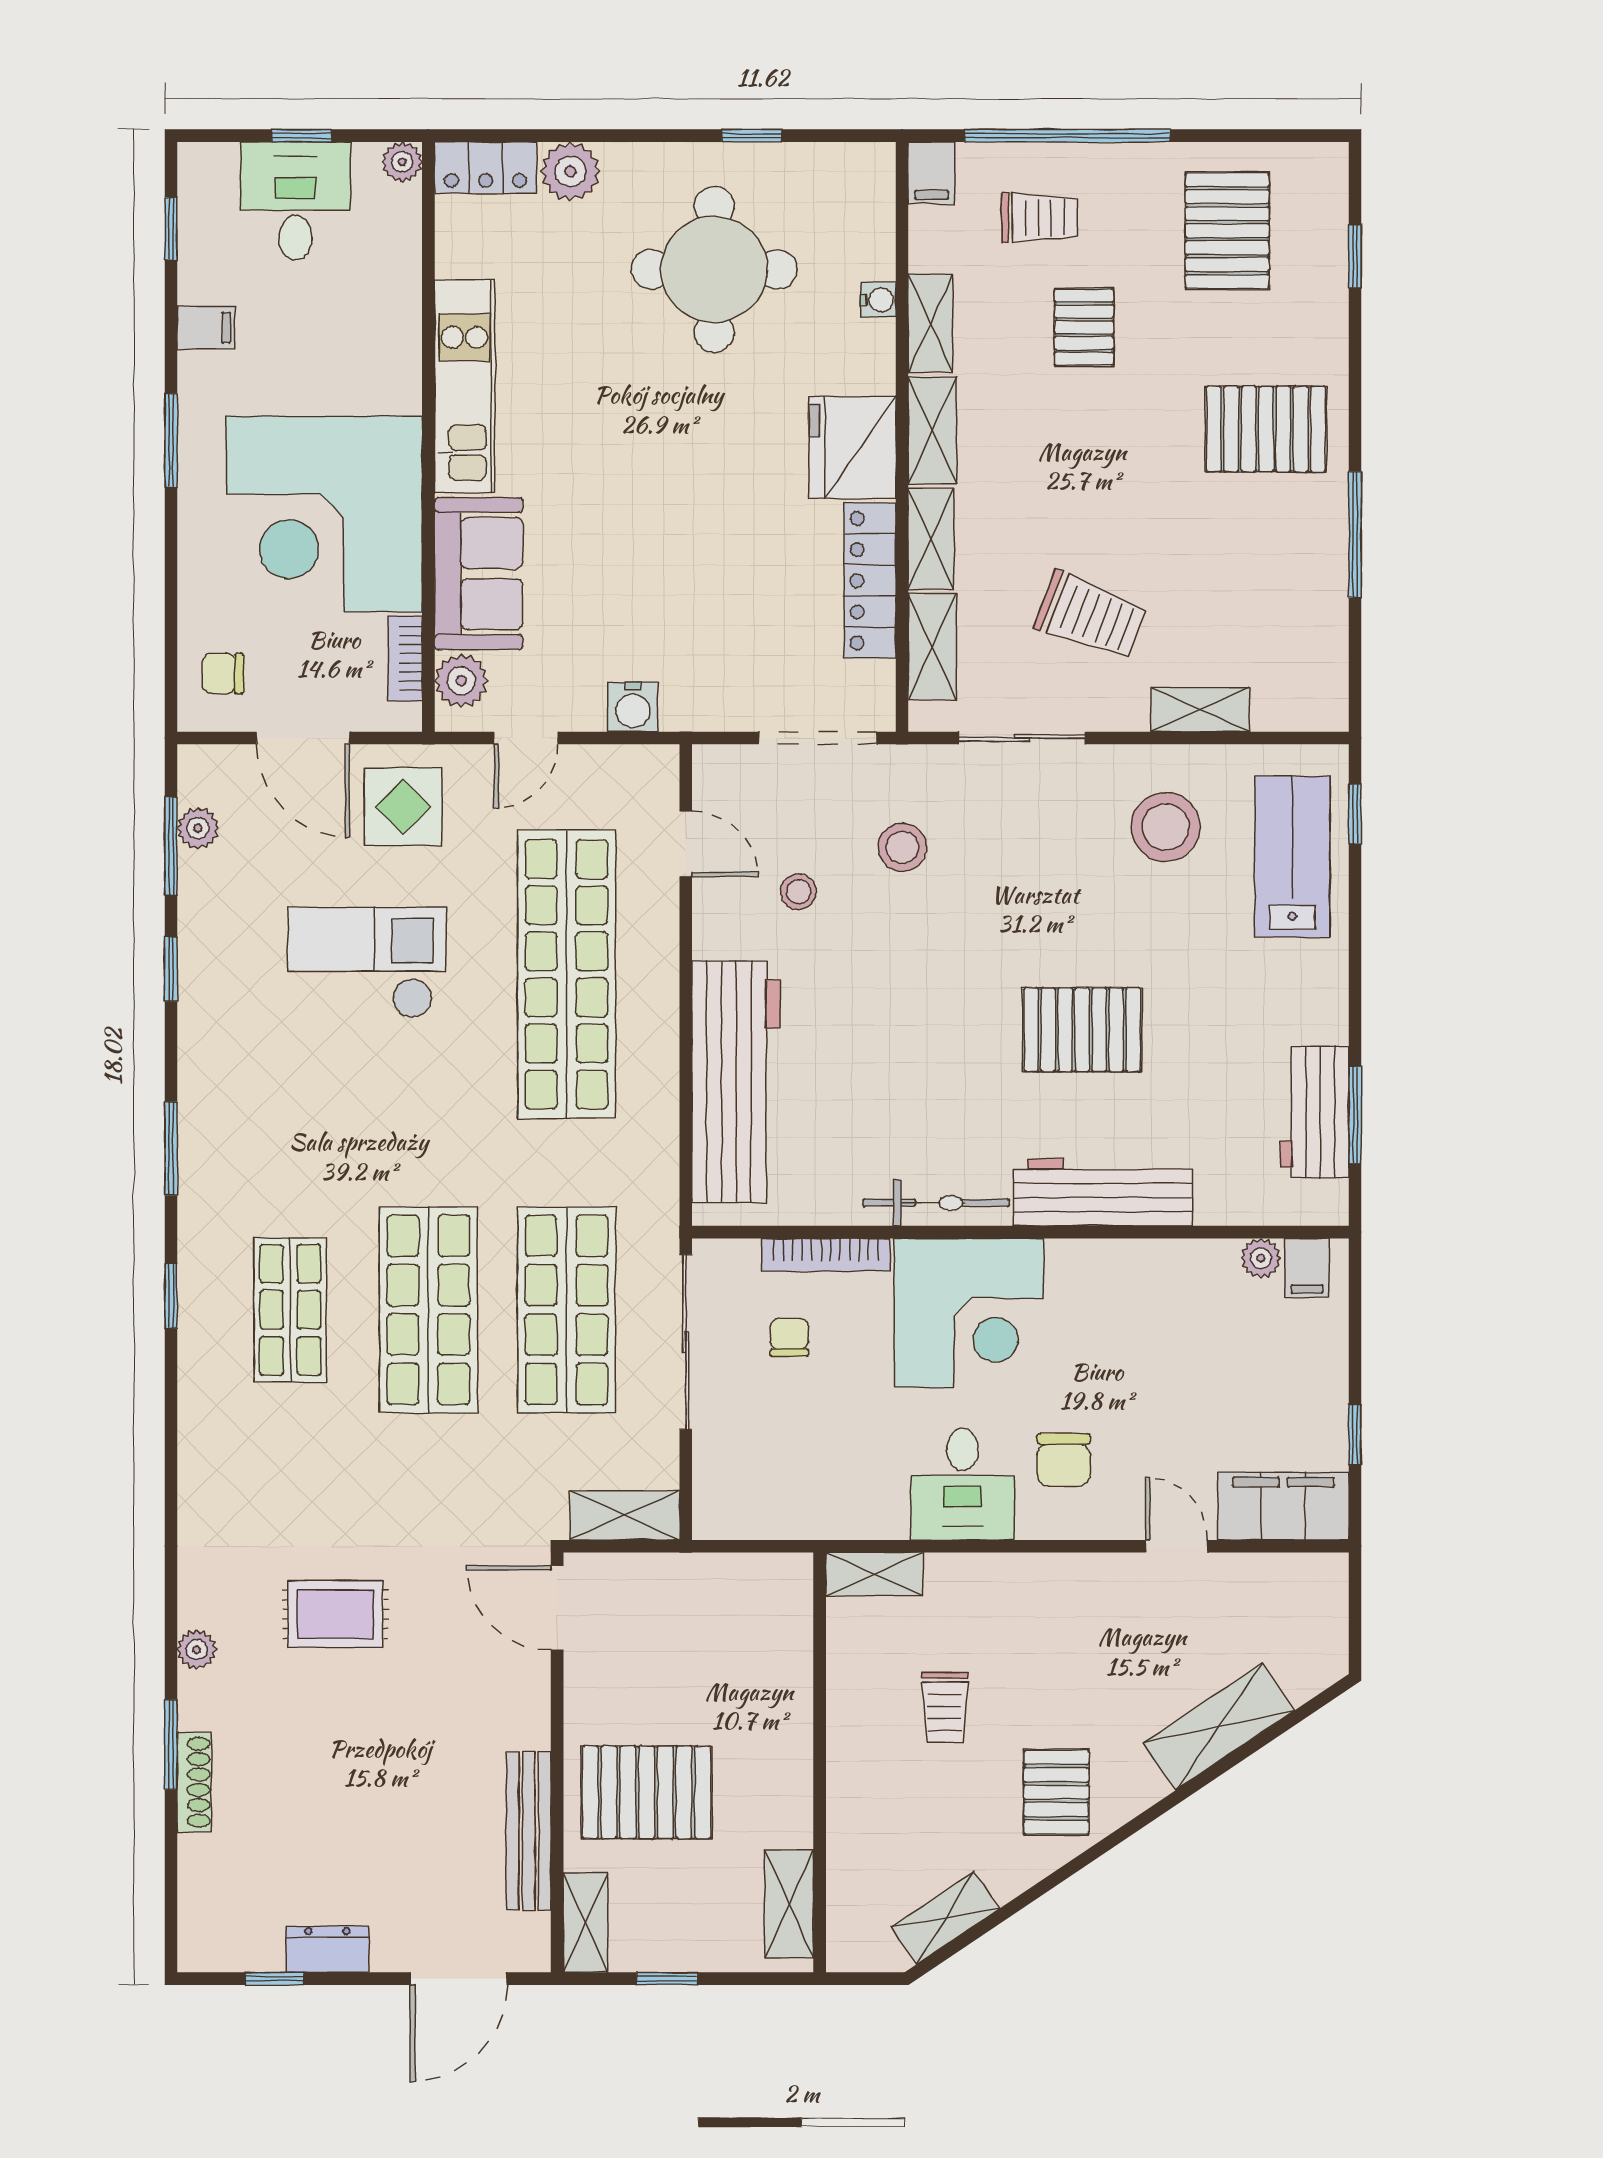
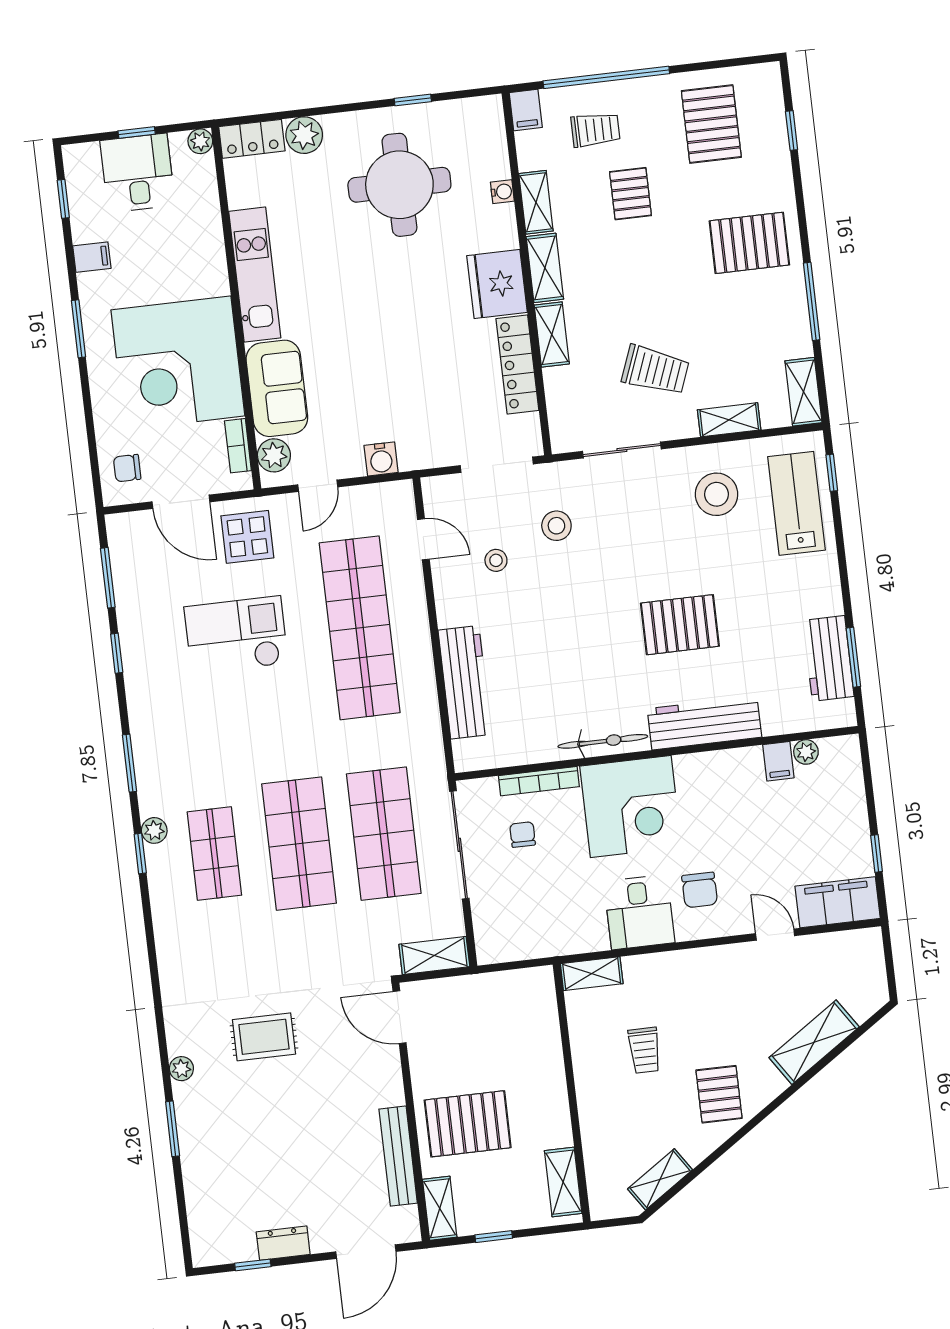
shelving: (932, 647) -> (803, 392), moved
plant: (198, 828) -> (154, 830), moved
workbench: (736, 1082) -> (465, 682), width x0.73, depth x0.76
filing cabinet: (1307, 1268) -> (778, 761), moved
shoe rack: (194, 1782) -> (189, 1150), removed

